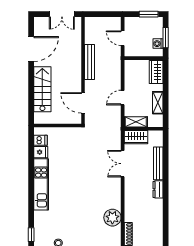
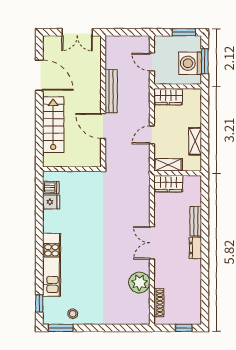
washing machine: (158, 44) -> (190, 63), width x1.89, depth x1.89
door: (31, 49) -> (39, 75), hinge flipped
wardrobe: (156, 72) -> (168, 97), moved, turned -90
door: (83, 103) -> (103, 126), moved
bench: (158, 163) -> (196, 221), width x0.73
double door: (123, 164) -> (152, 243), moved
kitchen unit: (41, 184) -> (52, 265), moved

